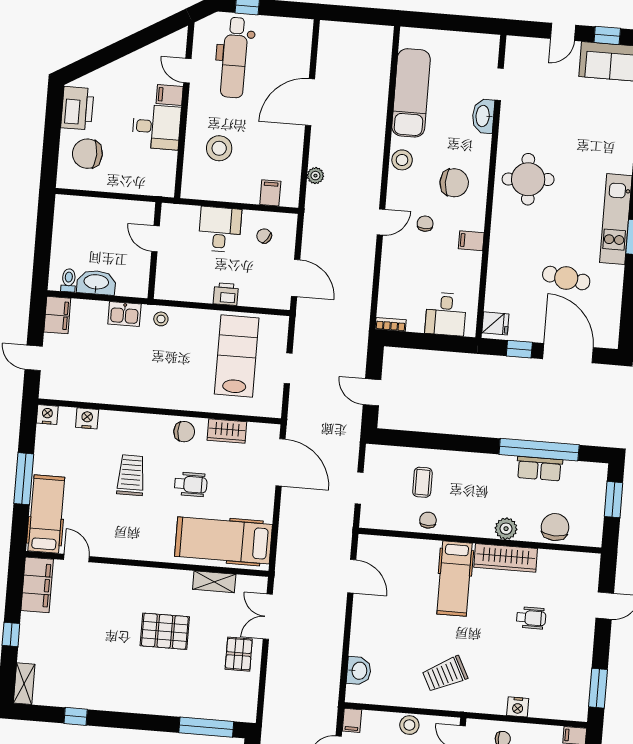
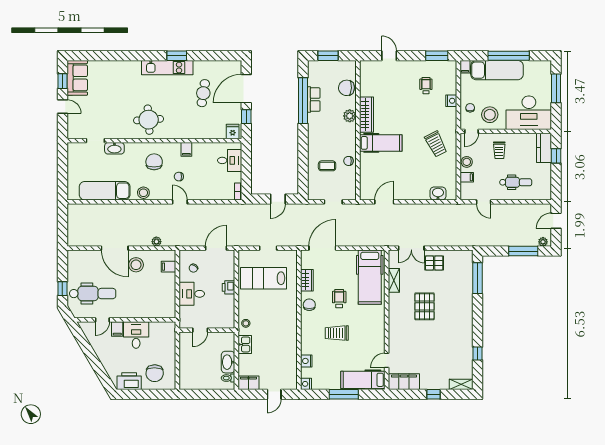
stool: (219, 148) -> (136, 265), moved
wheelchair: (531, 618) -> (426, 86), moved
filing cabinet: (352, 720) -> (467, 177), moved

